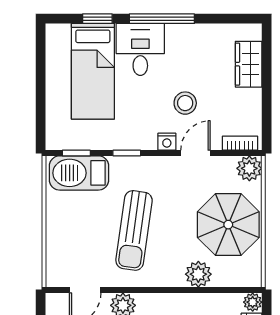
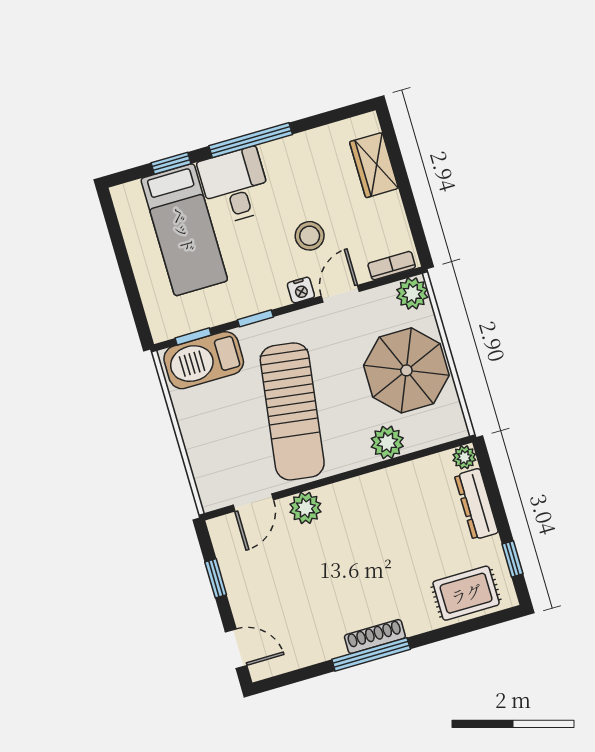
sun lounger: (134, 230) -> (292, 411), width x1.36, depth x1.34

